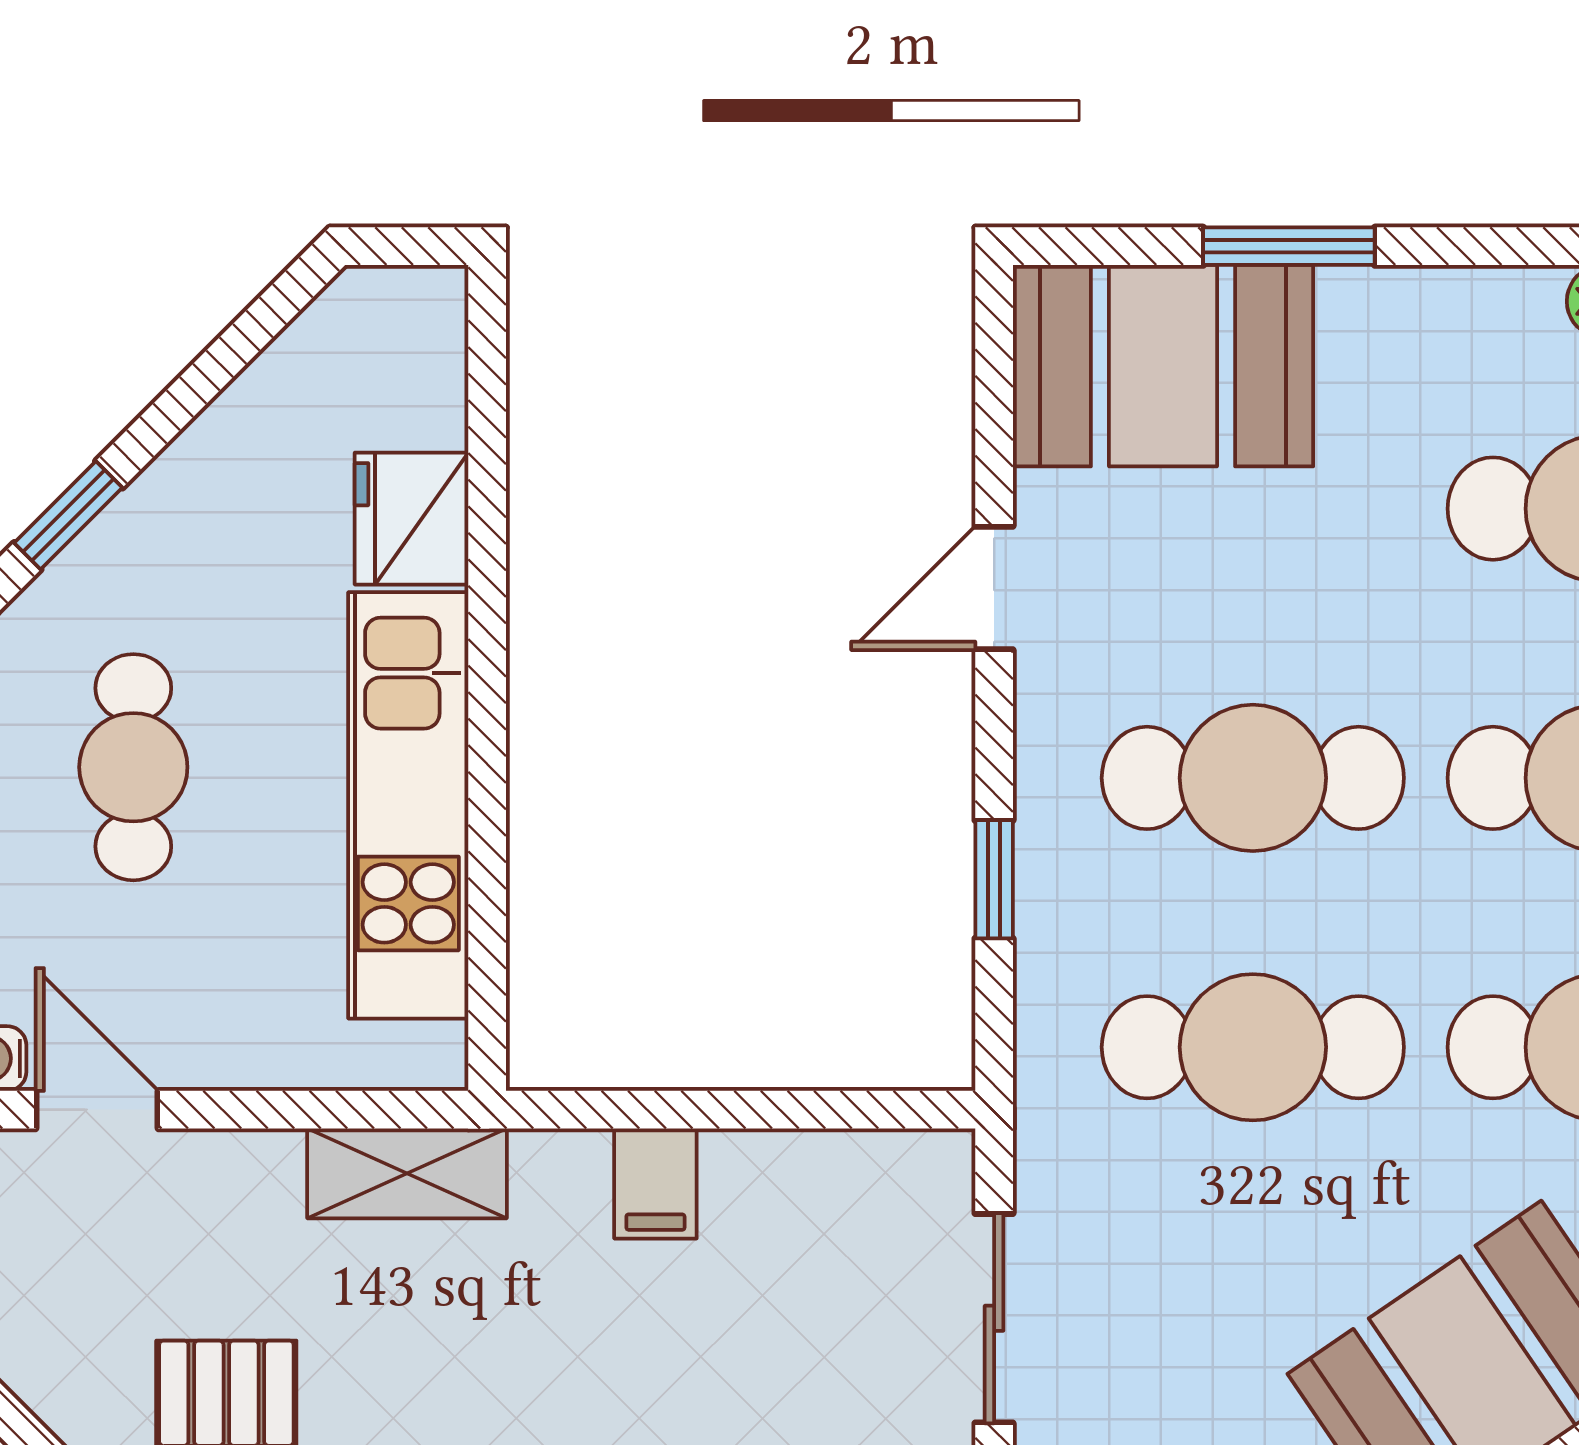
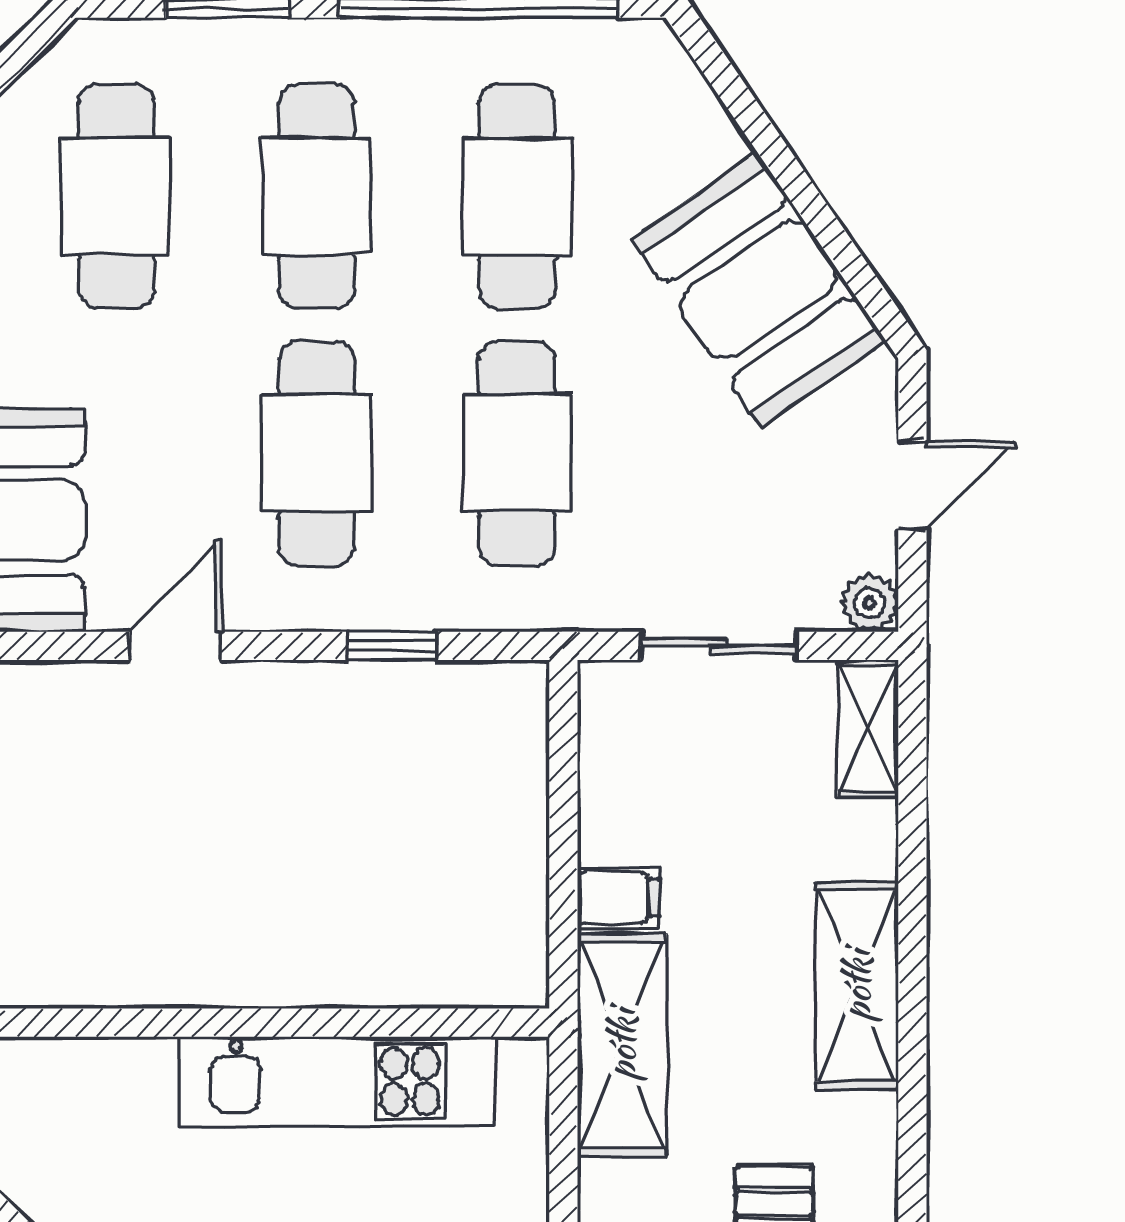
fridge: (412, 519) -> (124, 1079), removed
door: (994, 588) -> (175, 646), swing flipped
shelving: (407, 1173) -> (622, 1045), width x1.50, depth x1.33

